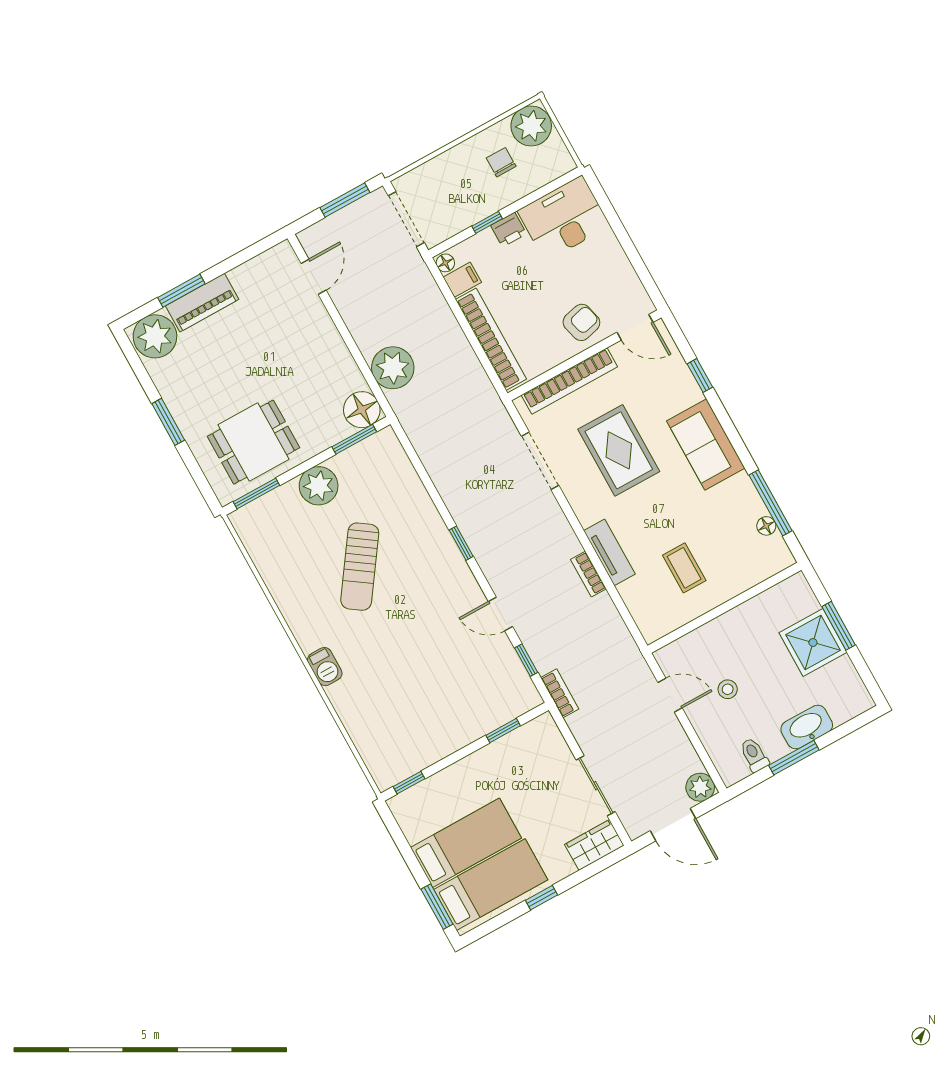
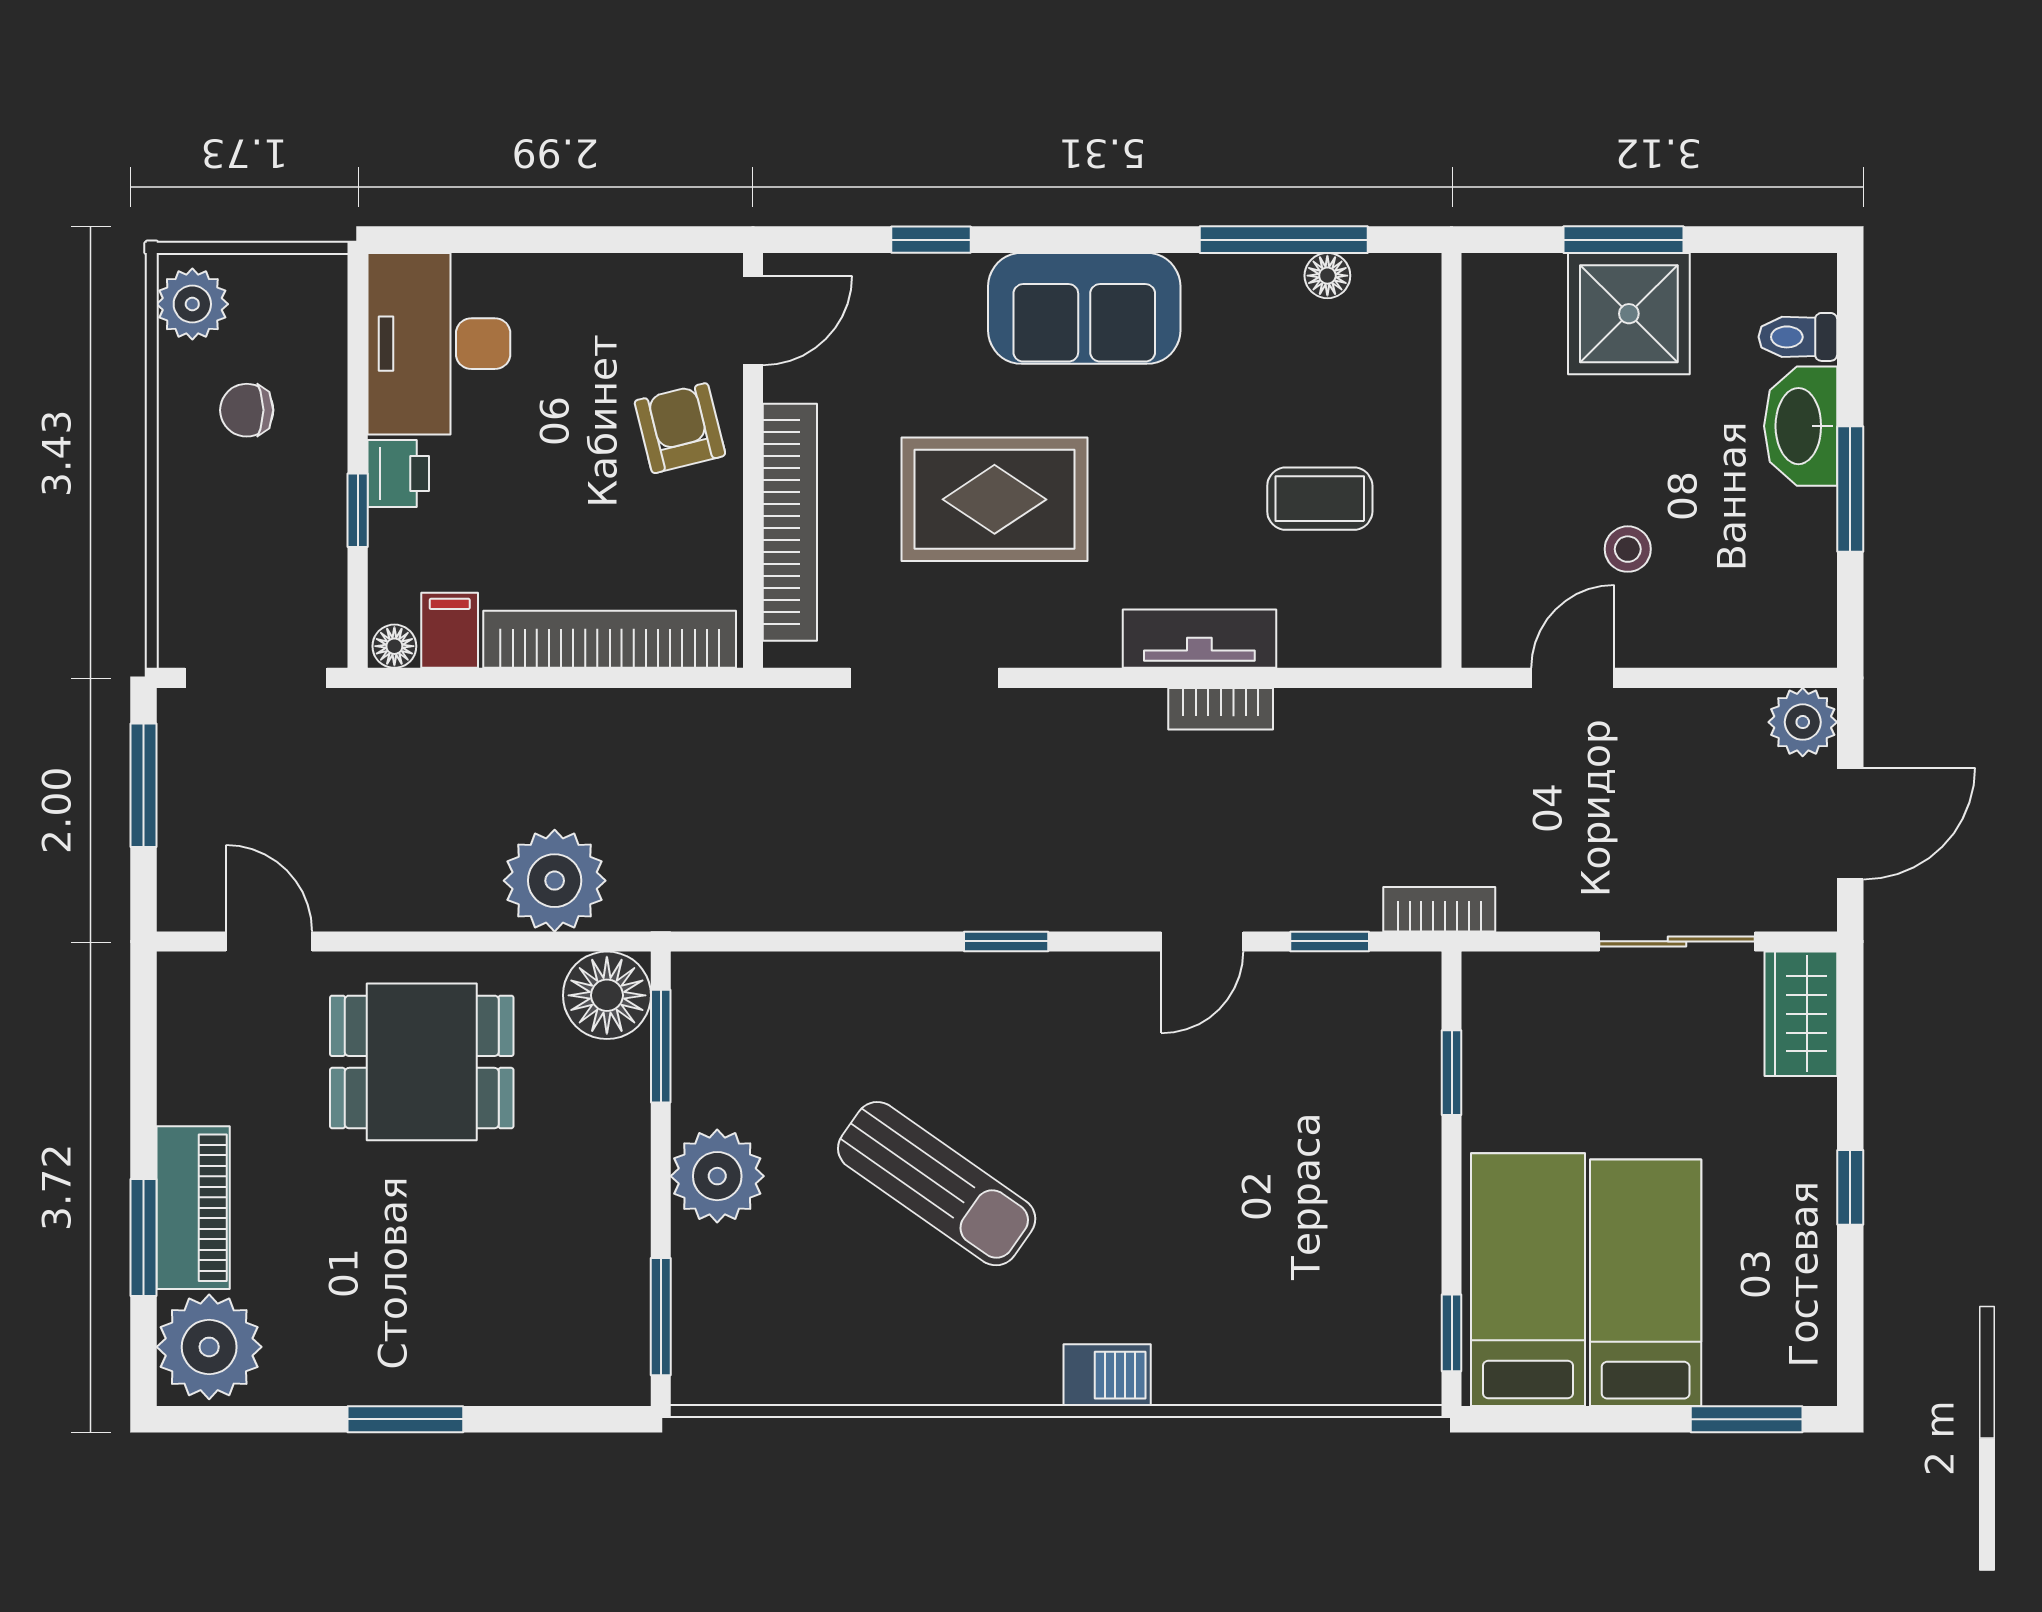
plant: (531, 126) -> (192, 304), width x0.73, depth x0.73
dining table: (254, 442) -> (422, 1062), moved, turned 90
toilet: (754, 755) -> (1798, 337), moved
bed: (491, 885) -> (1528, 1280), moved

